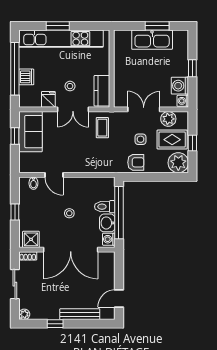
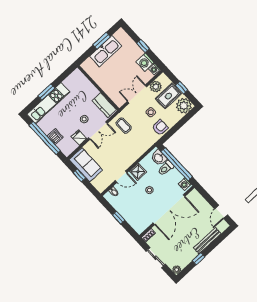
kitchen unit: (61, 39) -> (48, 103), width x0.73
washbasin: (107, 223) -> (159, 158), moved
shower: (31, 239) -> (138, 172), moved

